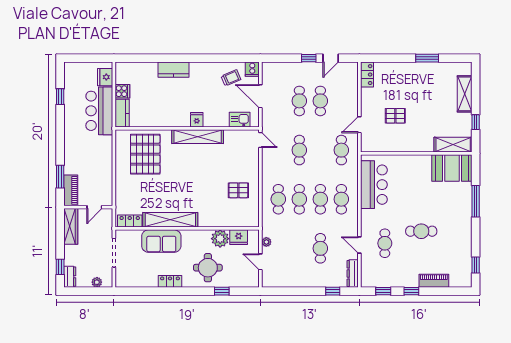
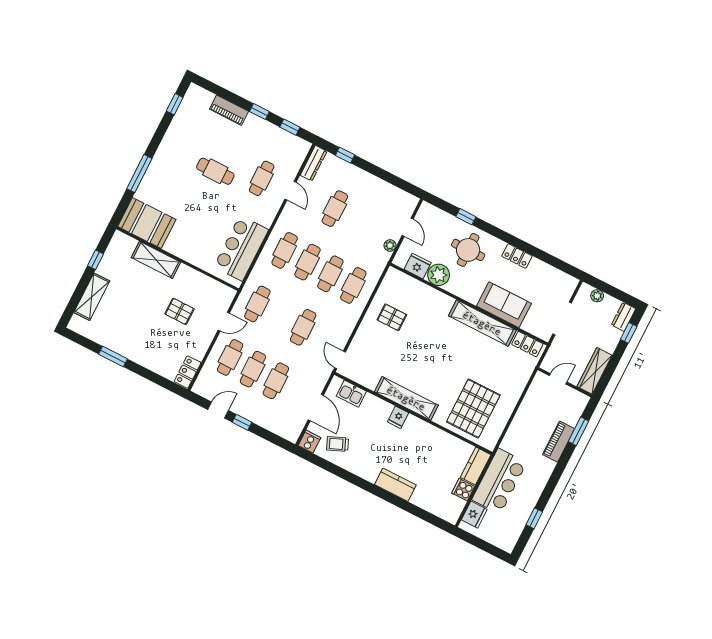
cafe table: (341, 101) -> (230, 357), added
shelving: (453, 145) -> (156, 260), moved
piano: (71, 190) -> (559, 442), moved

